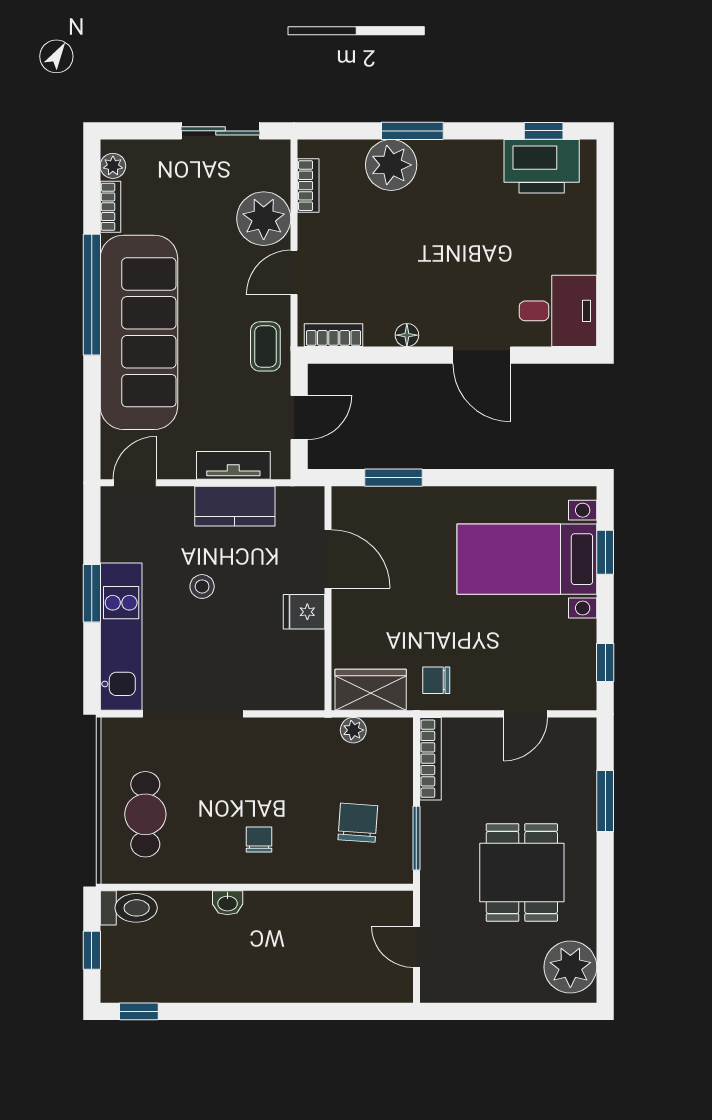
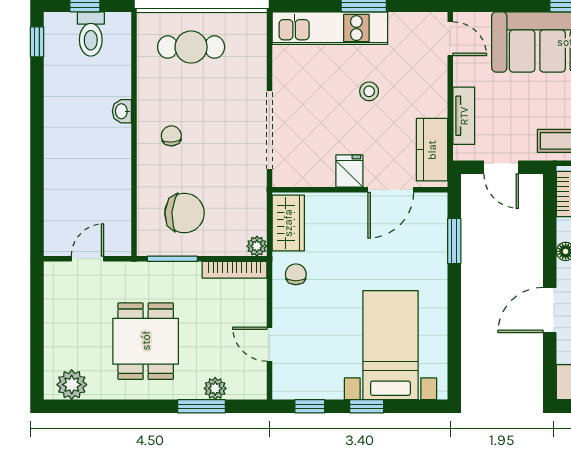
kitchen counter: (235, 506) -> (432, 150), moved
window: (605, 552) -> (367, 406), moved
doorway: (193, 714) -> (270, 130), moved
plant: (353, 730) -> (257, 246), moved
plant: (582, 783) -> (215, 388), added
chair: (358, 823) -> (184, 213), width x1.37, depth x1.37
chair: (259, 840) -> (171, 136), turned -94
dining table: (522, 872) -> (146, 341), turned 90
toilet: (129, 908) -> (91, 34), moved
plant: (570, 967) -> (72, 385), width x0.73, depth x0.73

